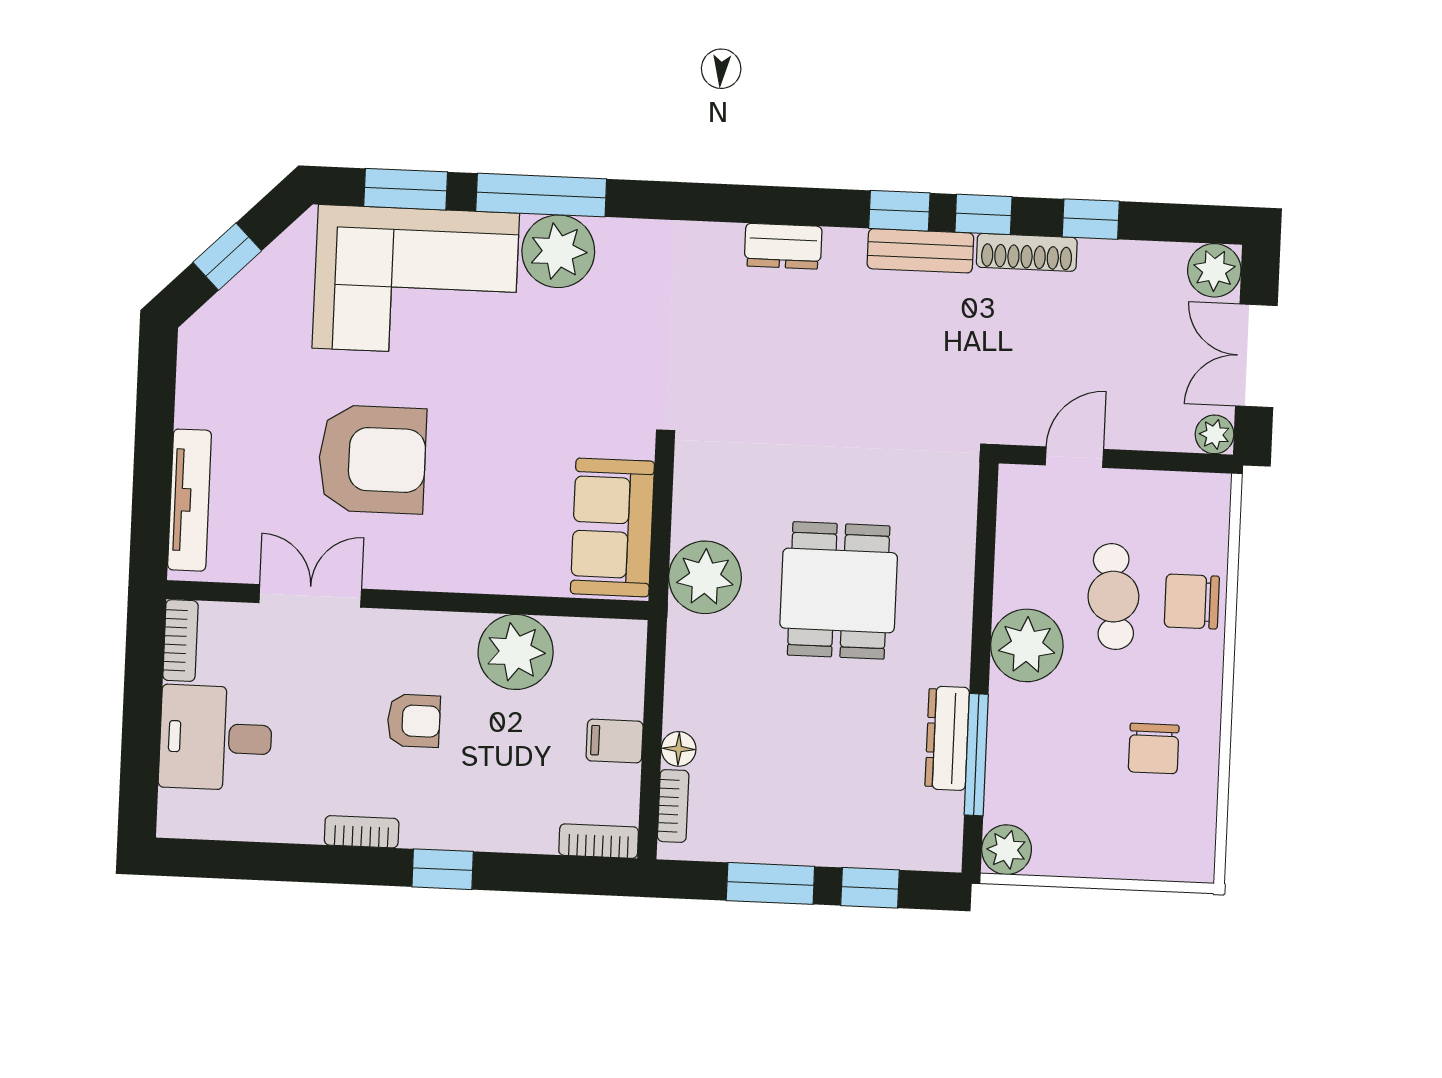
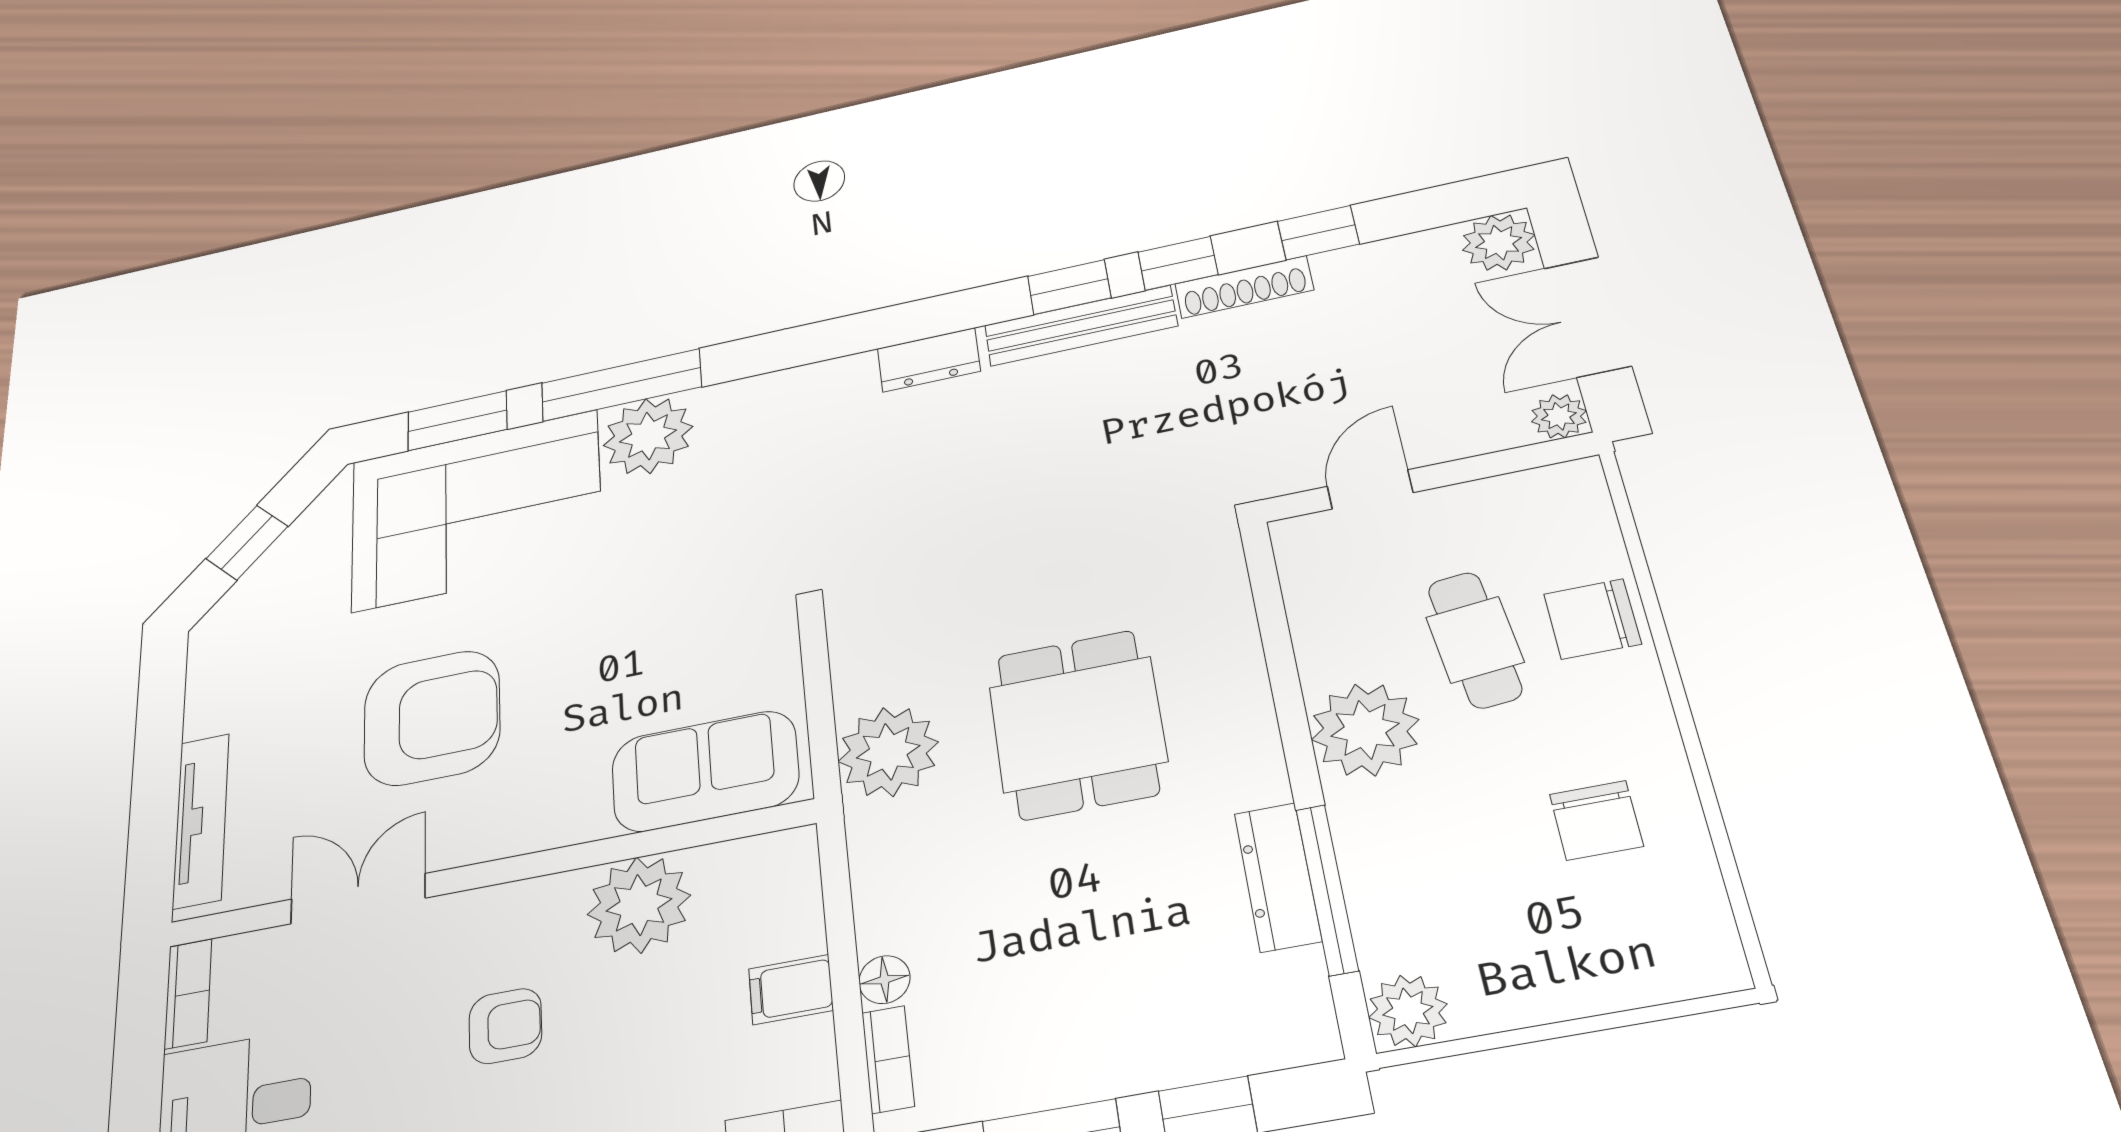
bench: (920, 251) -> (1081, 326), width x1.36
sofa: (612, 527) -> (705, 771), moved, turned 90

